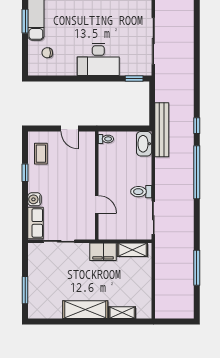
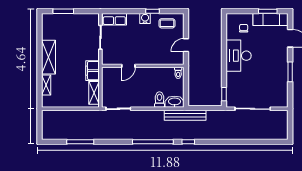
desk: (98, 59) -> (239, 56), moved
toilet: (141, 192) -> (159, 100), moved
water cooler: (34, 199) -> (145, 19), moved

